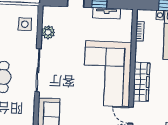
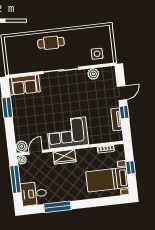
corner sofa: (107, 74) -> (68, 133), width x0.73, depth x0.74
wardrobe: (141, 82) -> (65, 157), width x0.67

